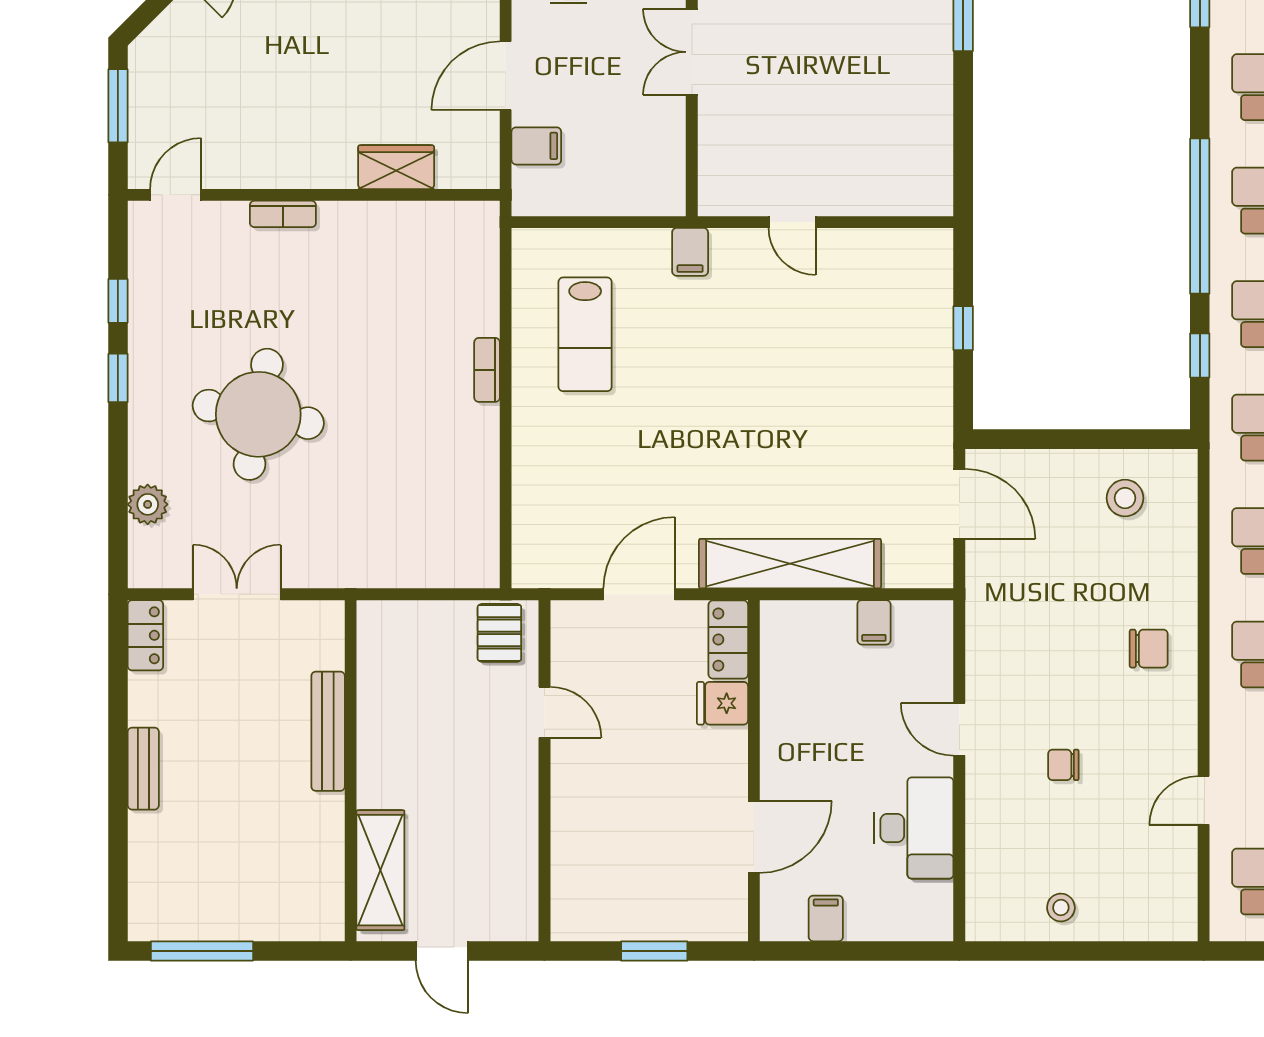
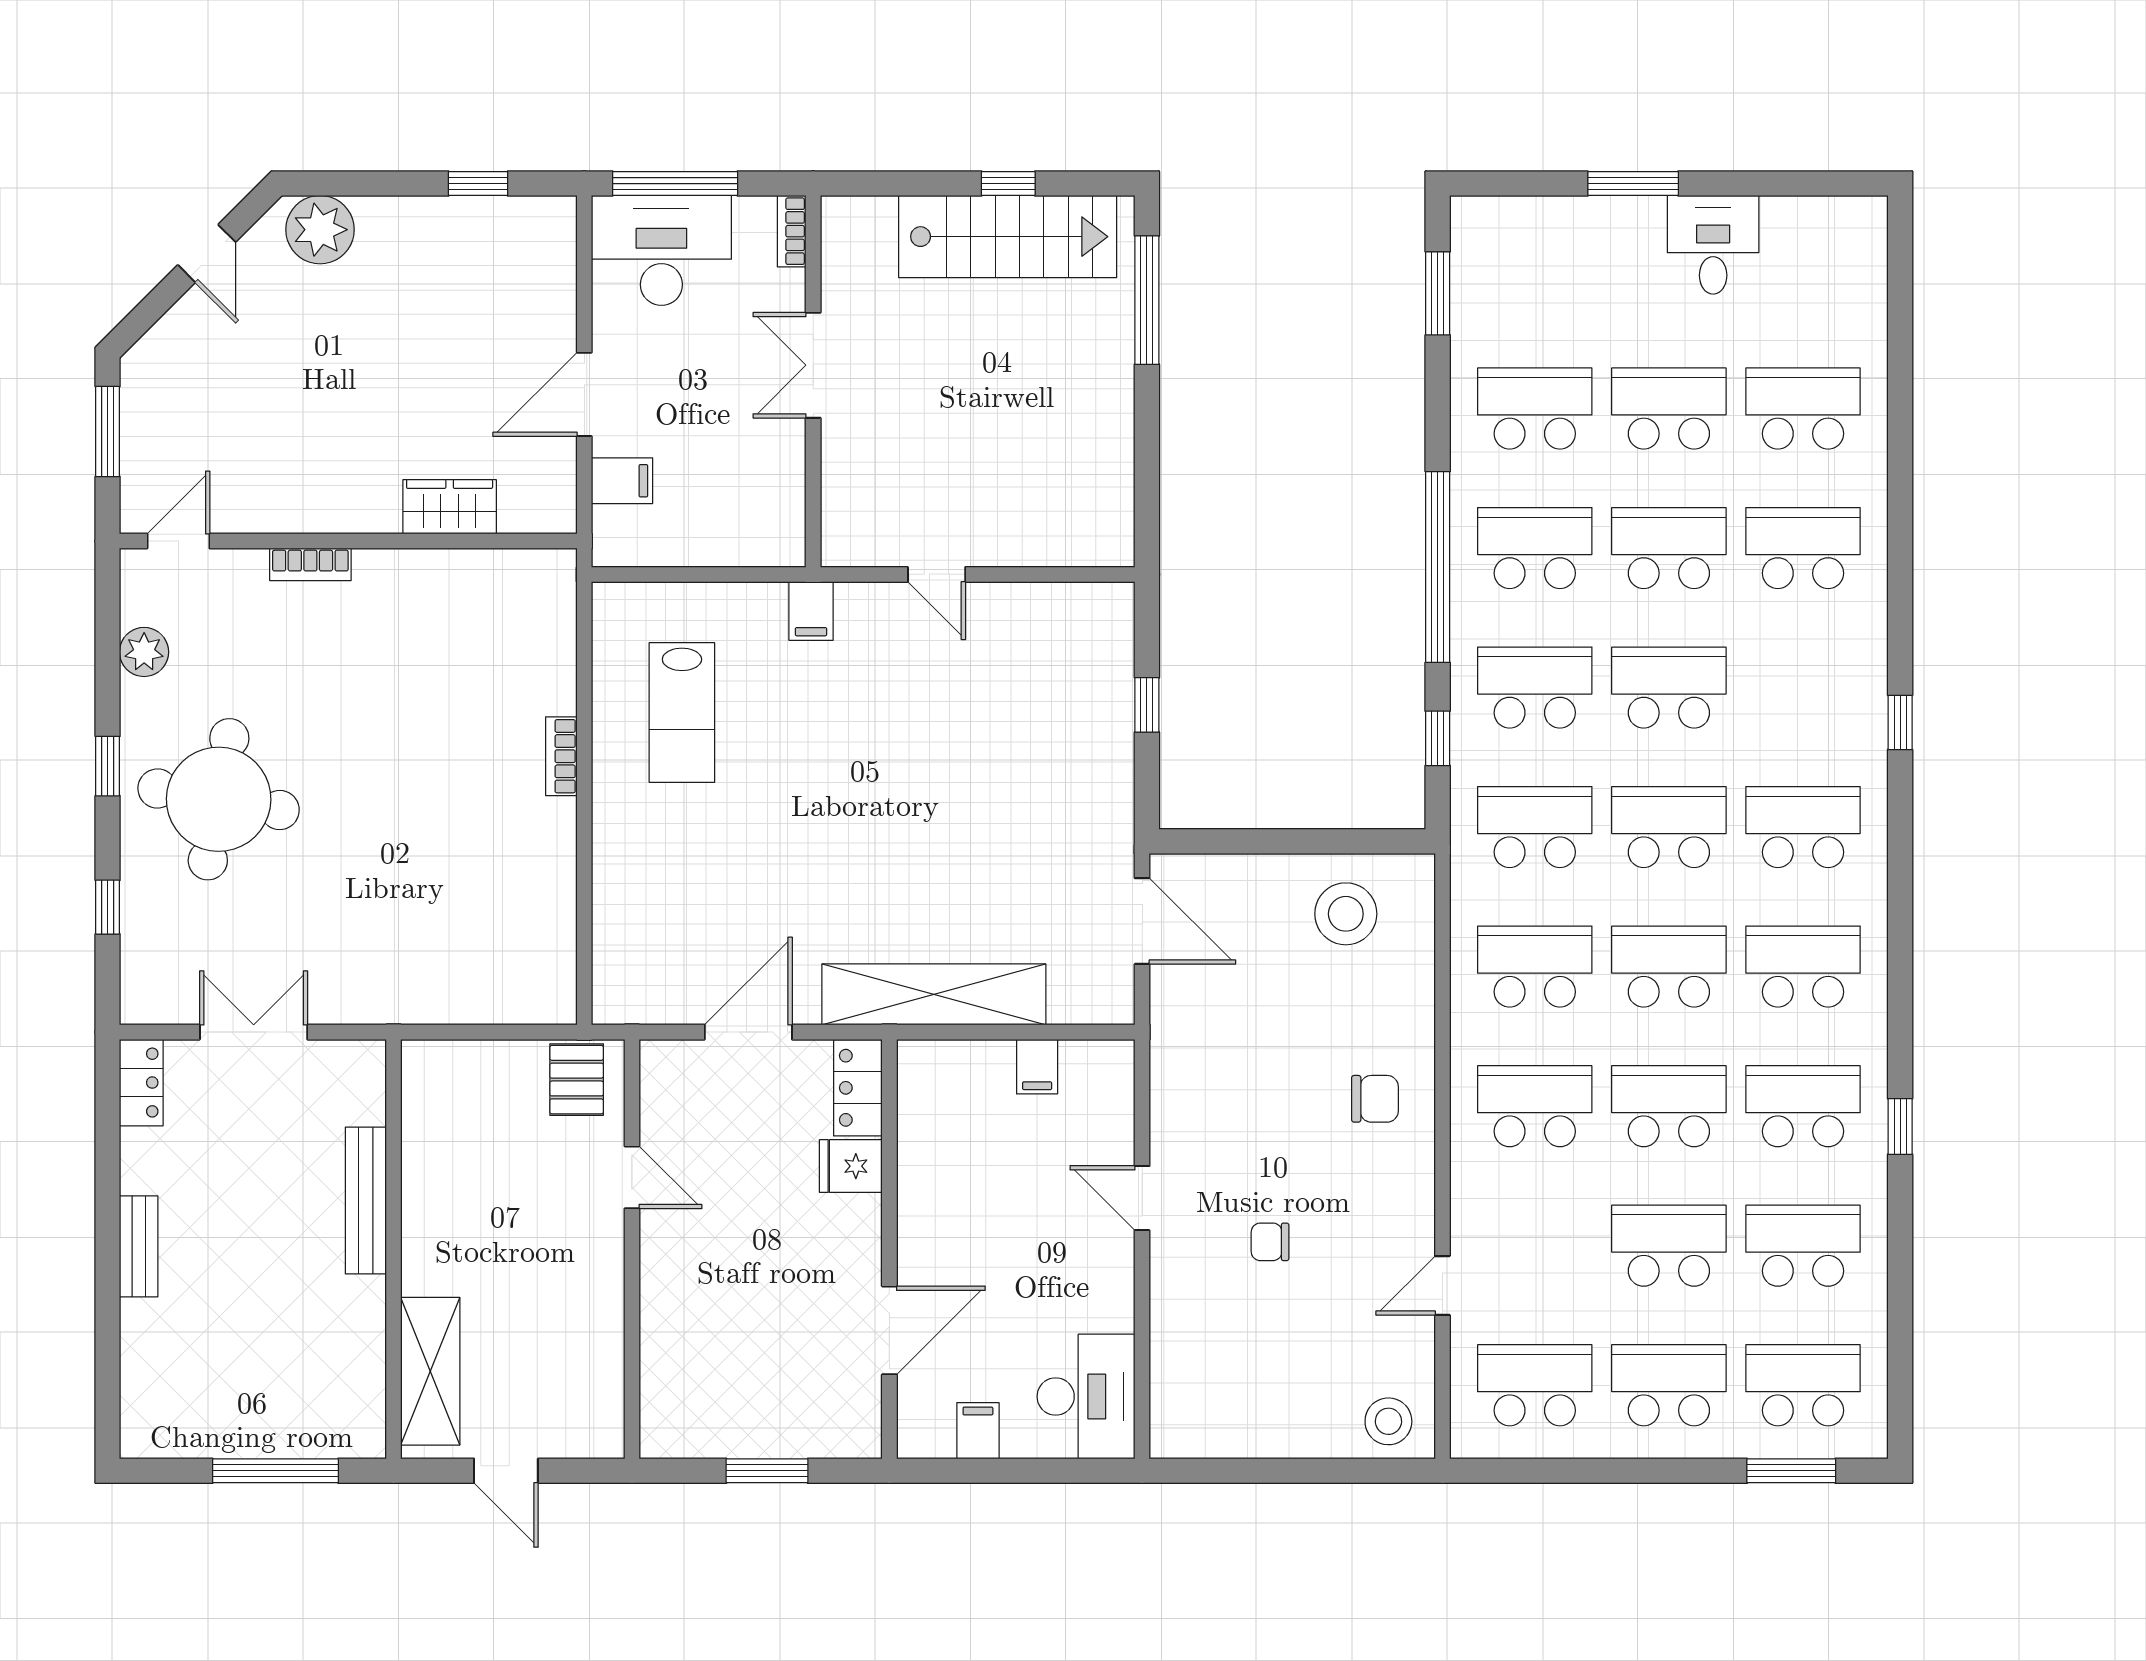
window: (118, 301) -> (108, 907), moved
round table: (258, 414) -> (219, 799), moved
stool: (1125, 498) -> (1346, 914), width x1.38, depth x1.38
plant: (148, 504) -> (144, 652), moved
desk: (914, 828) -> (1086, 1397), moved
stool: (1061, 908) -> (1388, 1421), moved, width x1.37, depth x1.37
window: (202, 951) -> (275, 1471), moved

